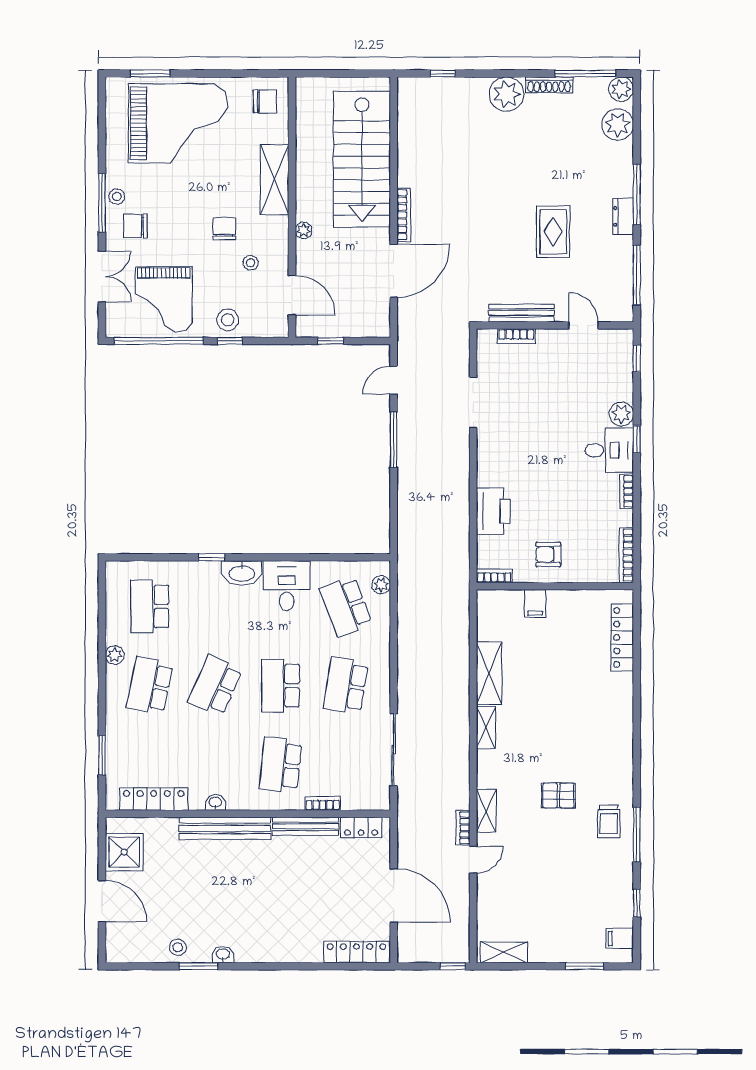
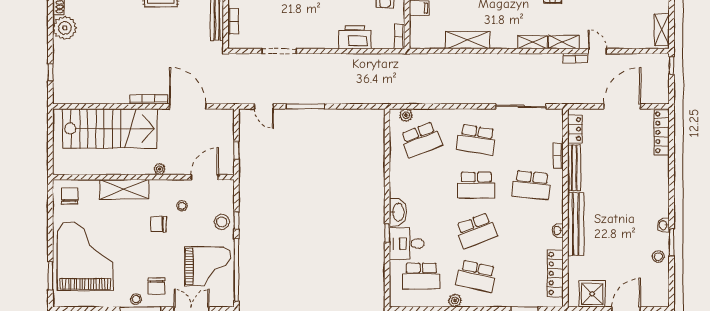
desk: (287, 586) -> (407, 244), moved
school desk: (215, 686) -> (476, 231), turned -45
shelving: (486, 727) -> (533, 42), moved

